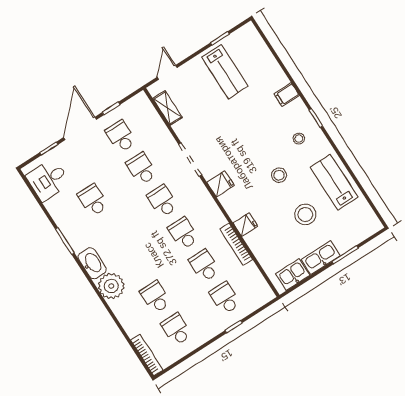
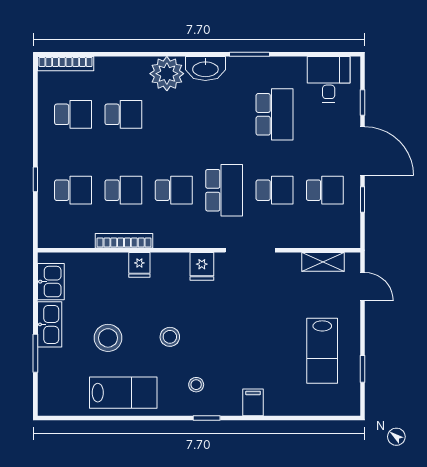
lab bench: (225, 72) -> (322, 351), turned -90
school desk: (93, 200) -> (275, 114), width x1.85
school desk: (162, 201) -> (224, 190), width x1.85

